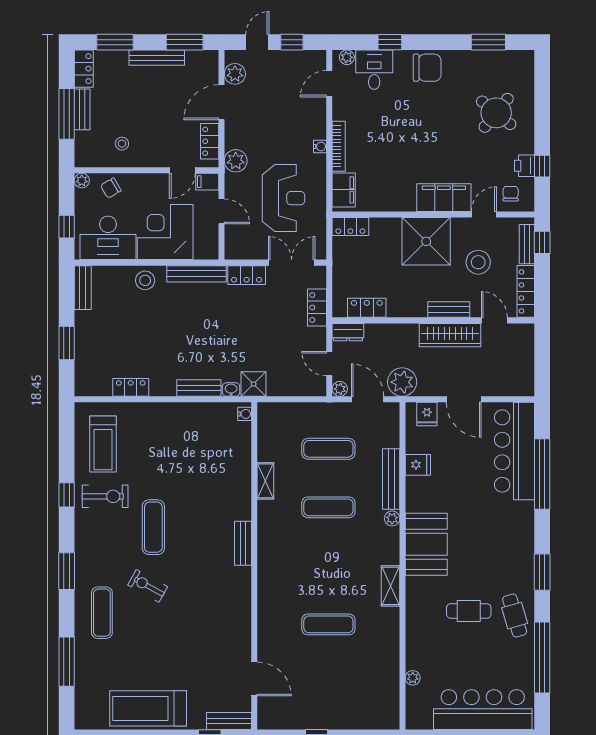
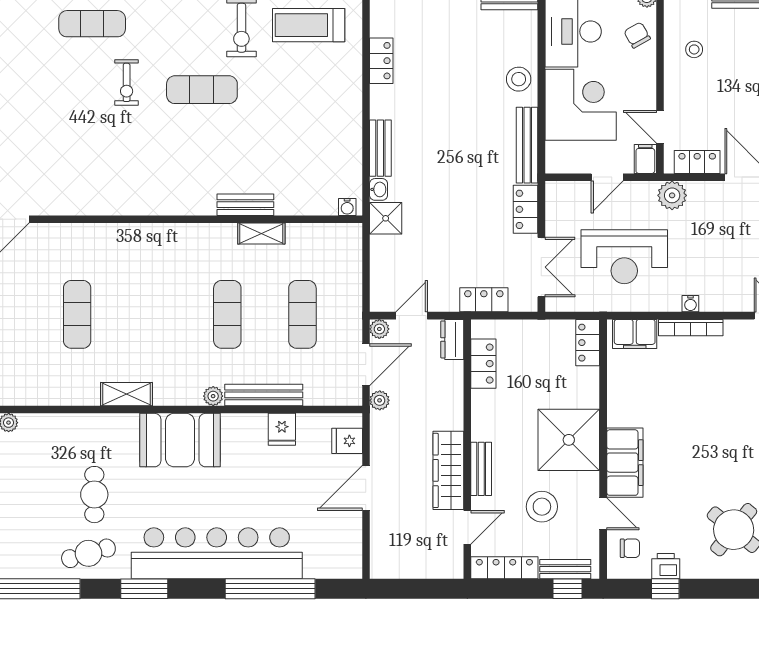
plant: (402, 382) -> (380, 400), width x0.53, depth x0.53
bar counter: (515, 451) -> (217, 553), moved, width x1.36
bench: (243, 543) -> (245, 205), moved
exercise bike: (148, 586) -> (127, 82), turned 151

